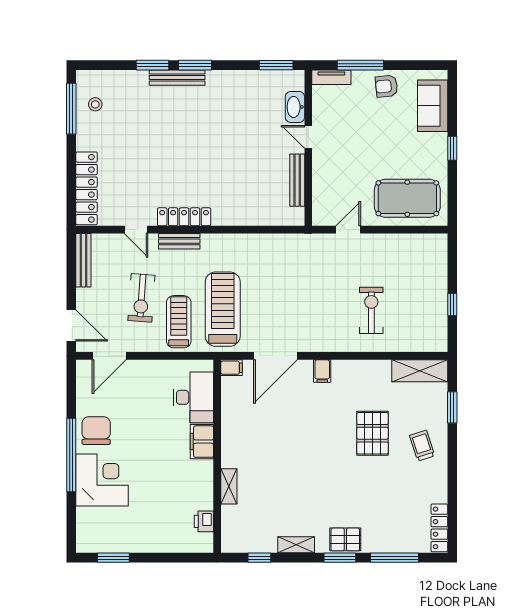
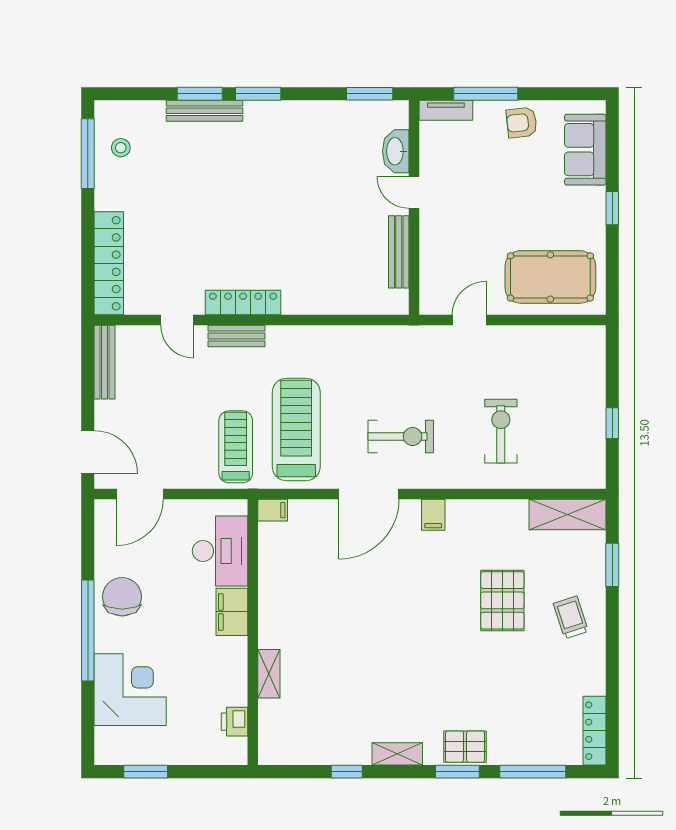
bench: (177, 78) -> (204, 111), moved
exercise bike: (141, 298) -> (401, 436), moved, turned -94
filing cabinet: (232, 368) -> (273, 510), moved
desk: (193, 397) -> (220, 551), moved
filing cabinet: (202, 442) -> (232, 612), moved
wall: (217, 456) -> (253, 632), moved
corner desk: (102, 480) -> (130, 690), moved
shelving: (229, 486) -> (269, 674), moved
printer: (204, 521) -> (235, 722), moved

